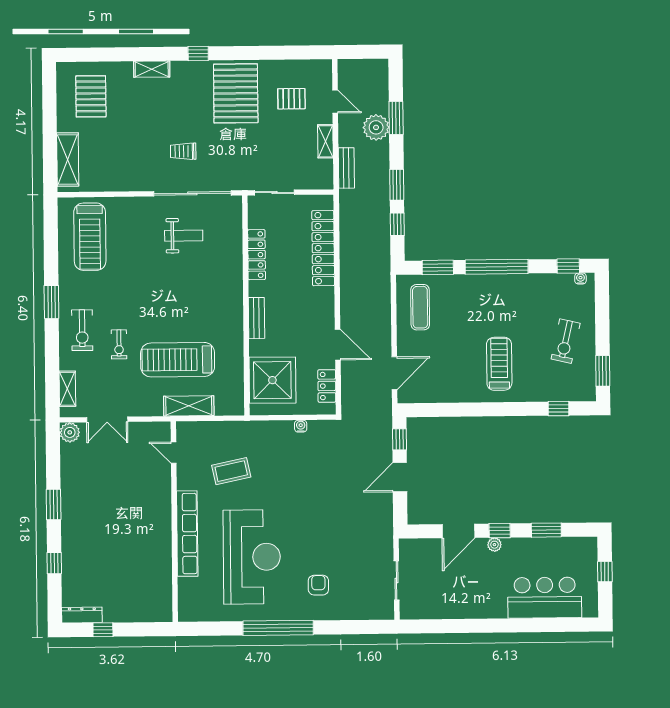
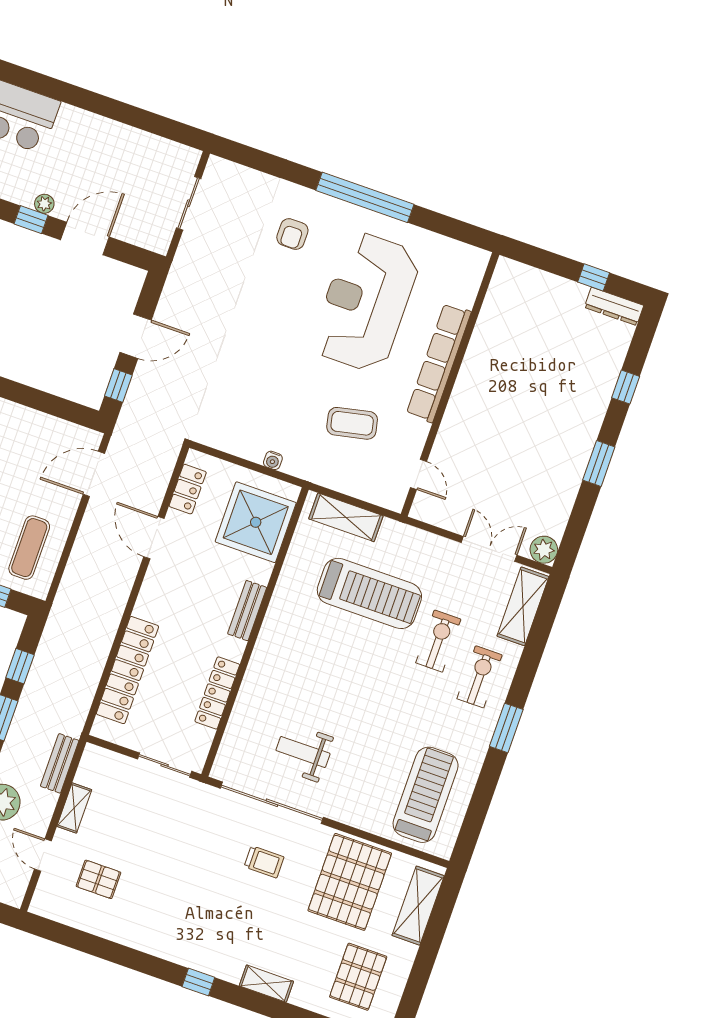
pallet: (236, 93) -> (350, 882), moved
exercise bike: (119, 344) -> (438, 641), width x1.38, depth x1.39
shelving: (67, 389) -> (523, 606), width x1.50, depth x1.33
shelving: (189, 406) -> (346, 517), moved
water cooler: (301, 426) -> (273, 460), moved

